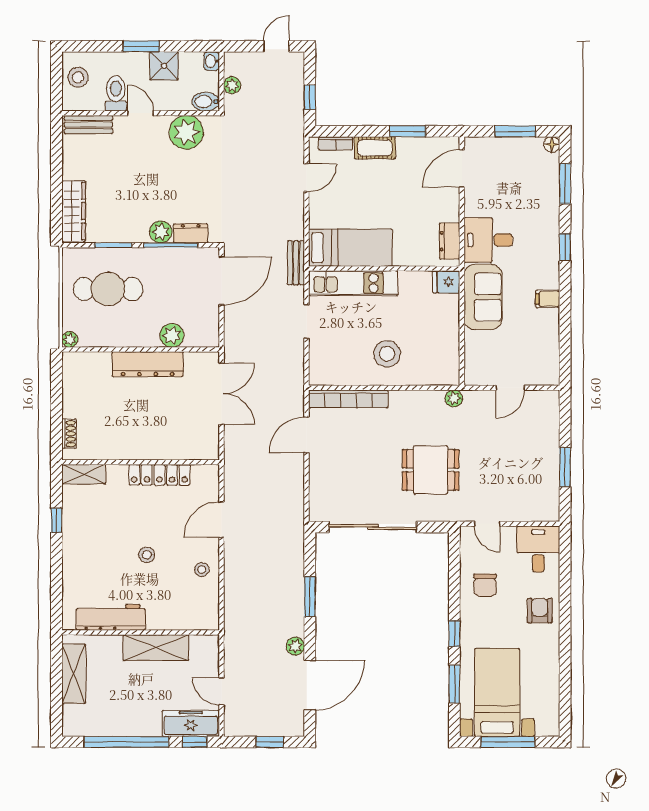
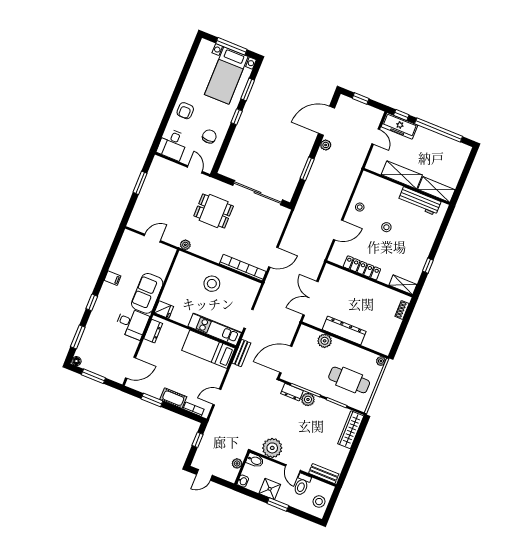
shelving: (74, 674) -> (436, 189), moved, turned 90

